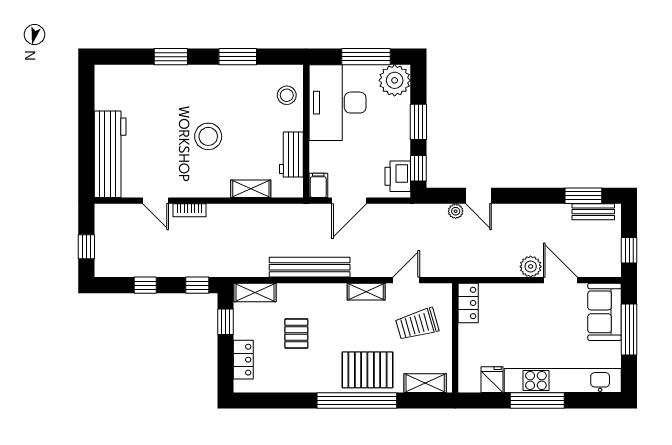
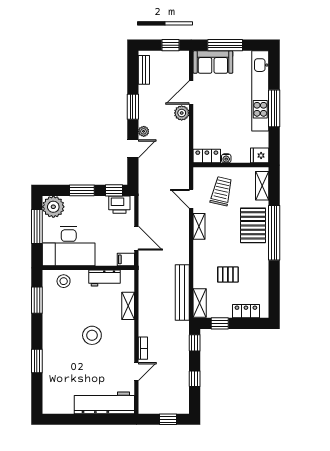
window: (238, 57) -> (37, 300), moved
window: (583, 196) -> (133, 107), moved
plant: (456, 211) -> (144, 131), moved
bench: (310, 267) -> (182, 292), moved
trolley: (417, 324) -> (221, 191), turned -151
water cooler: (465, 331) -> (226, 158), added
fridge: (492, 380) -> (260, 155), moved

